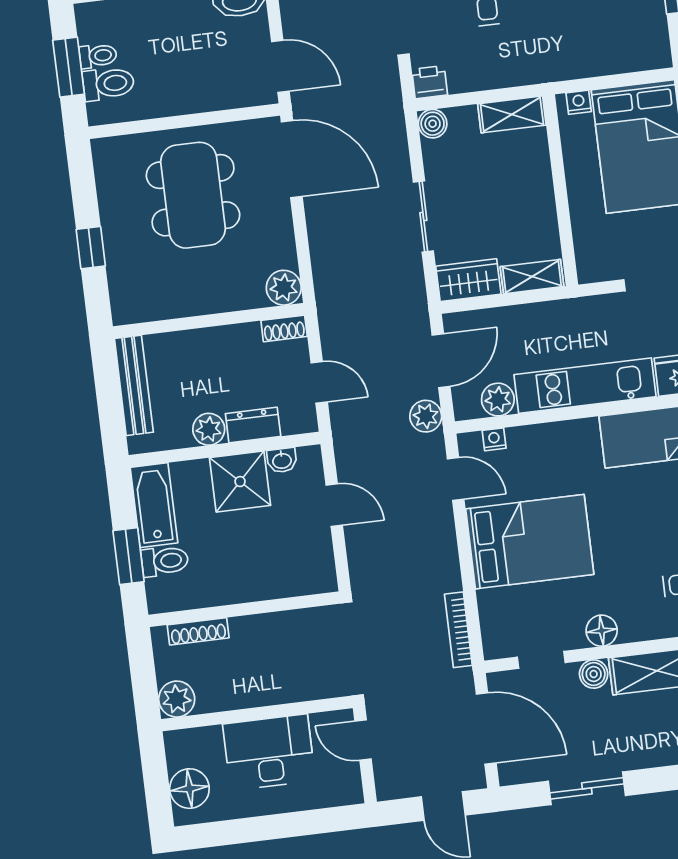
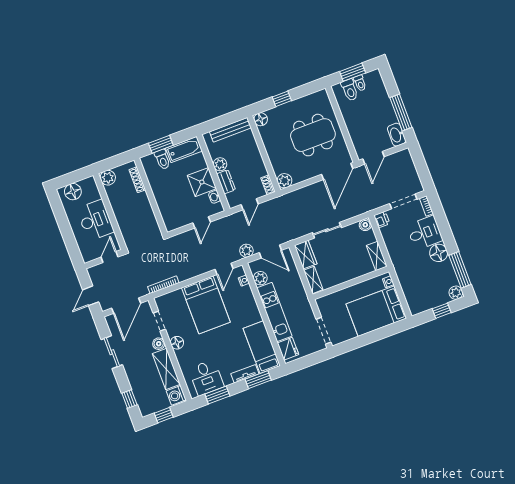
floor lamp: (127, 309) -> (261, 119), added

